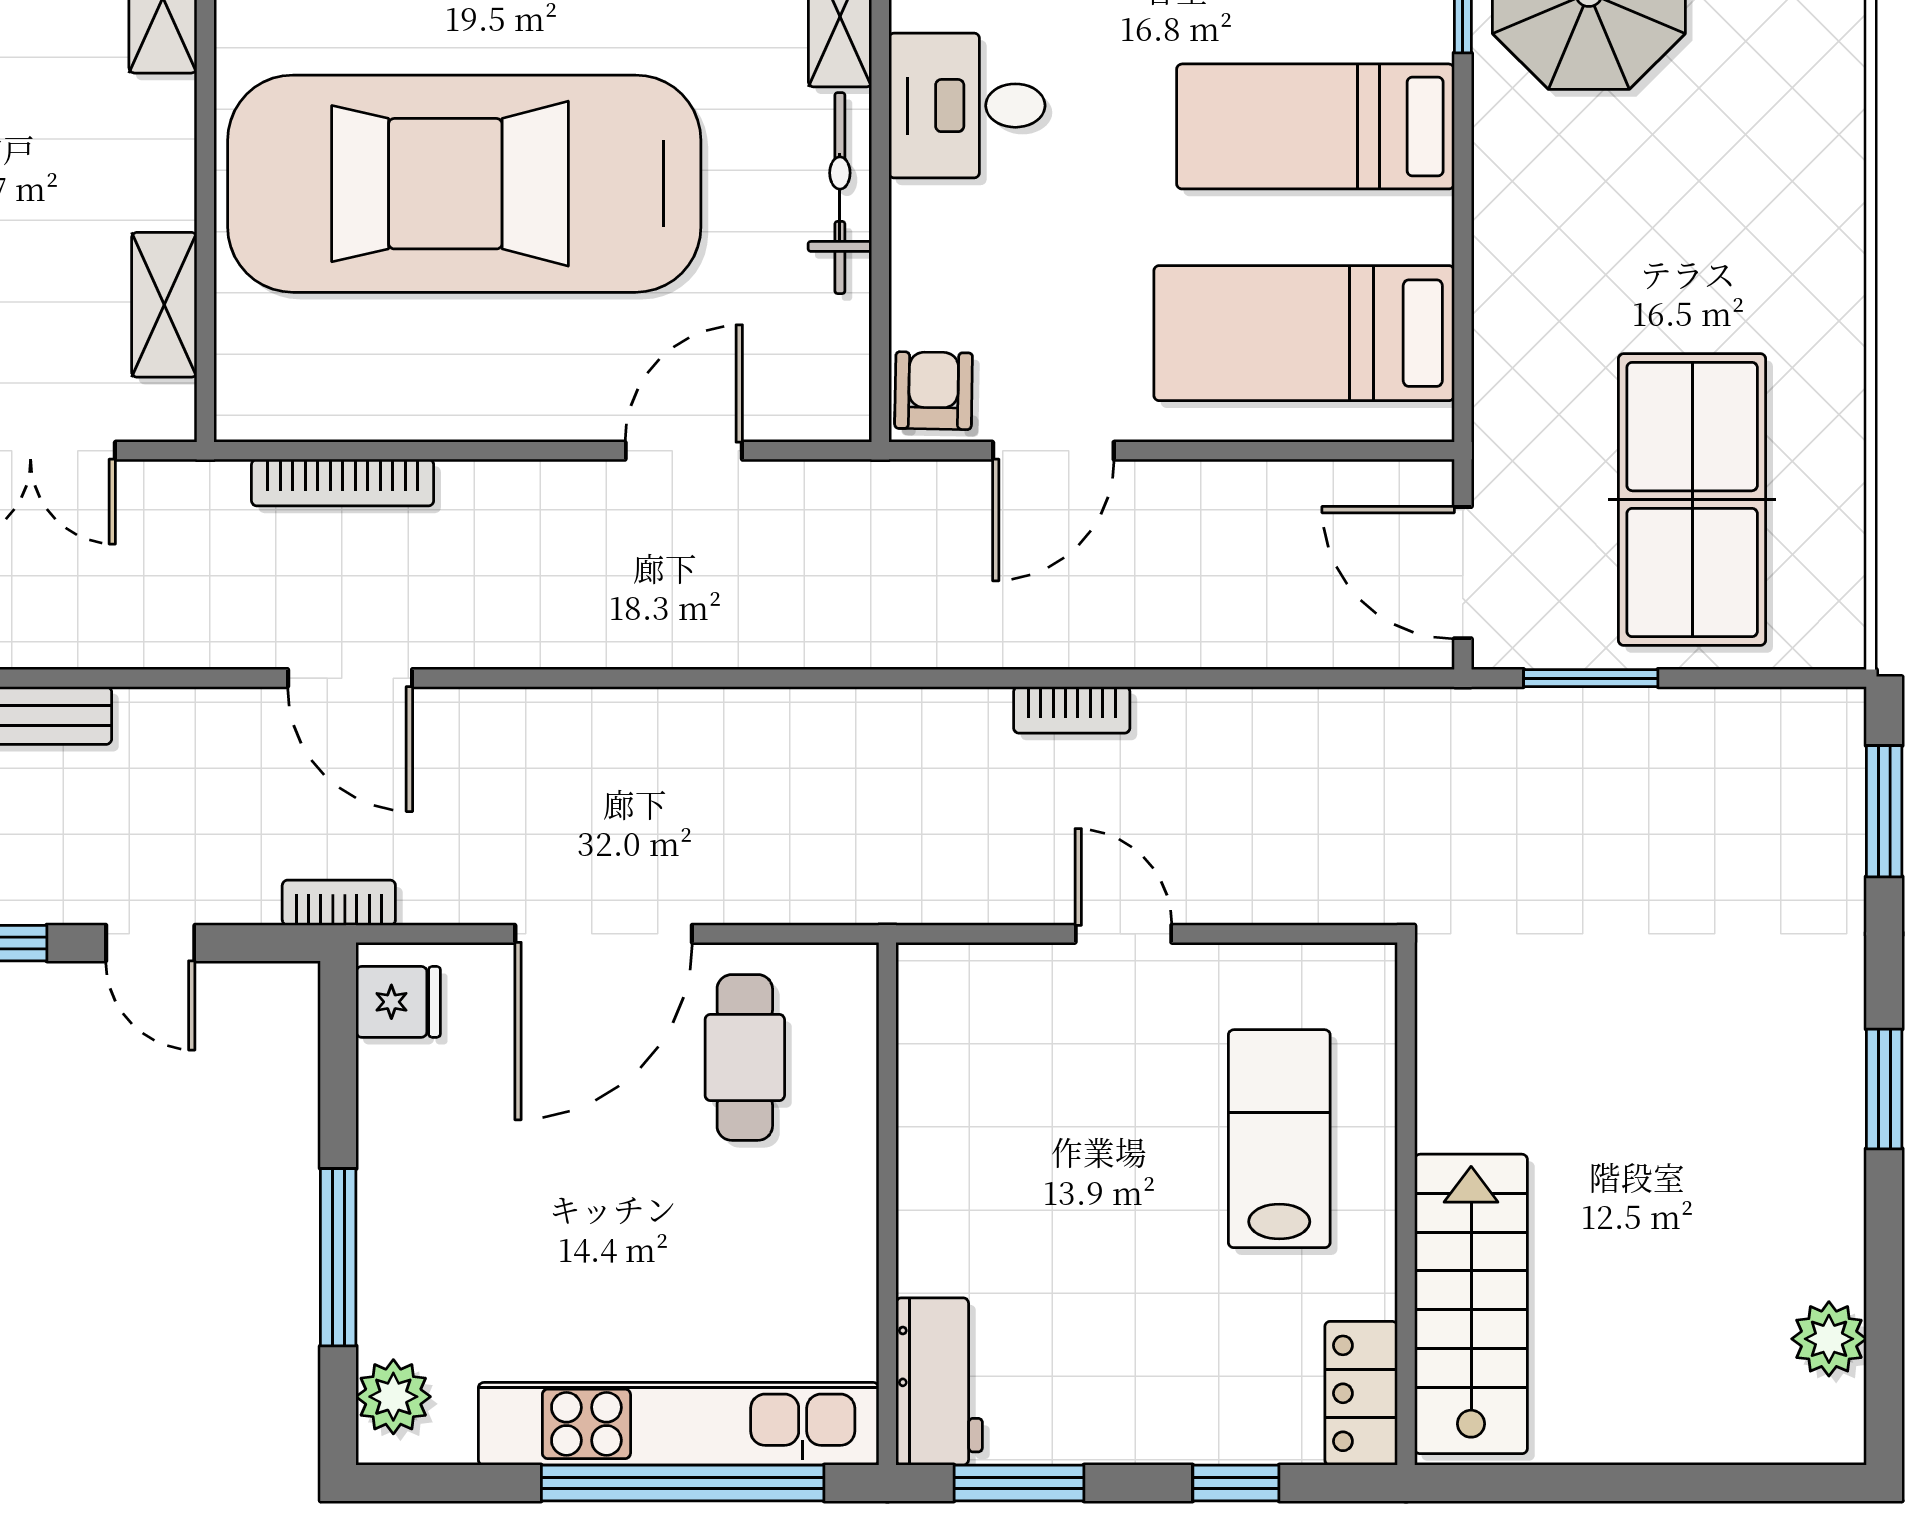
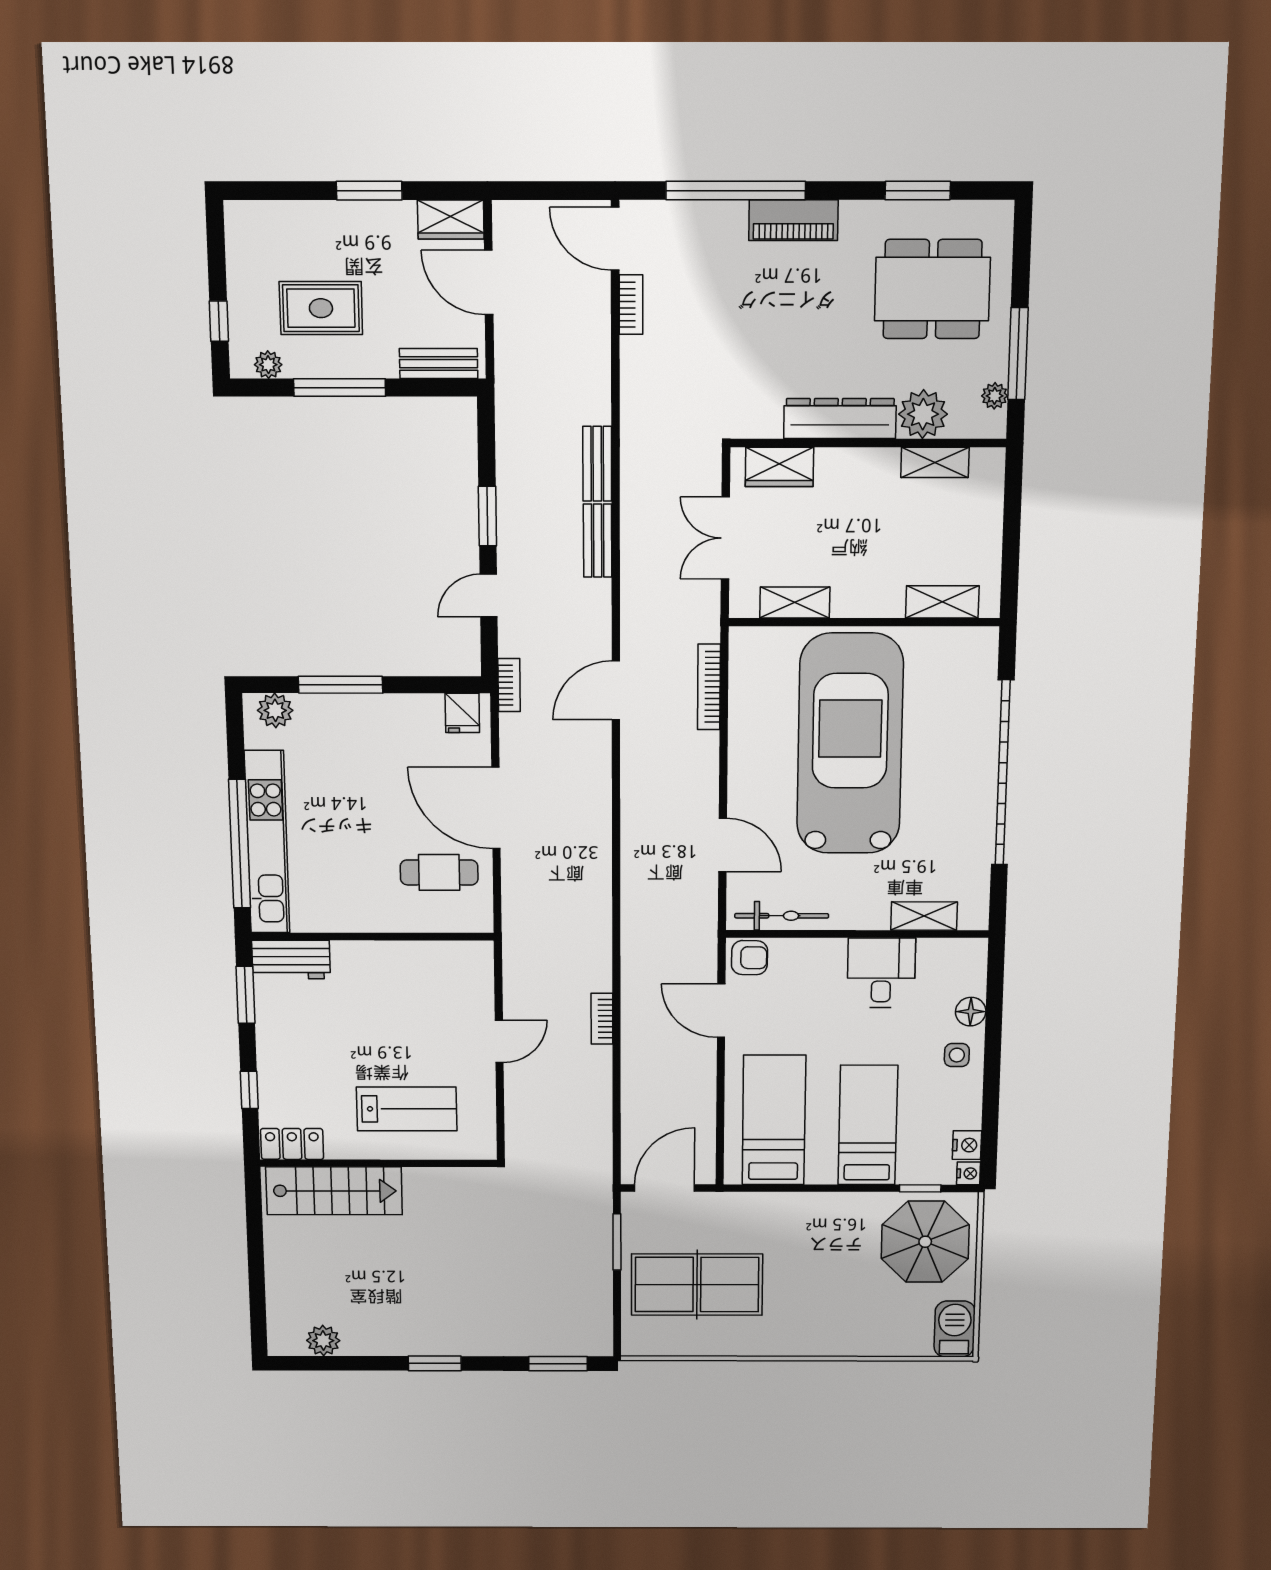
bicycle: (840, 193) -> (782, 916), moved

